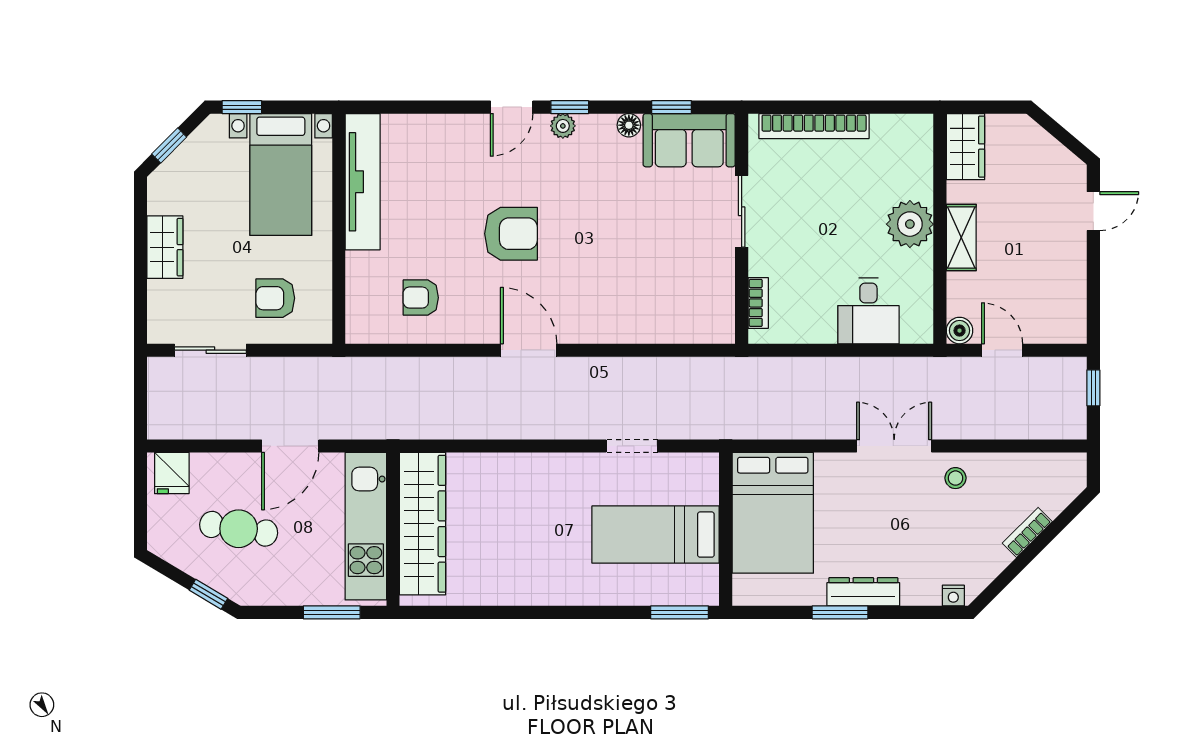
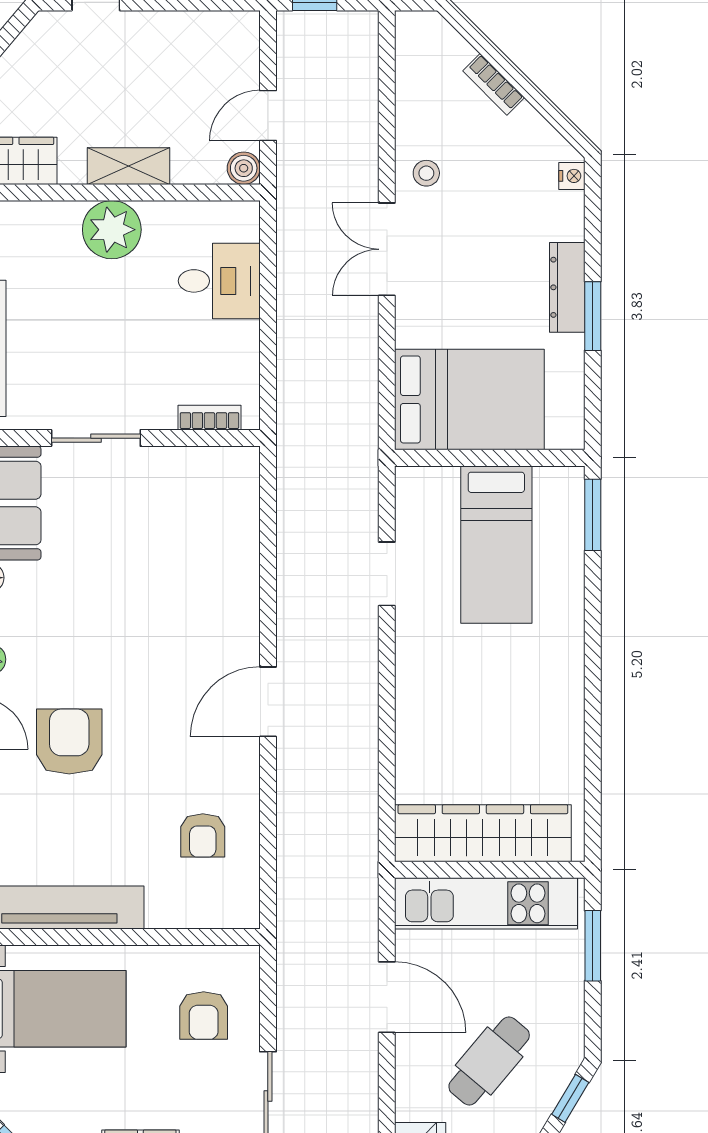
armchair: (511, 234) -> (69, 742), moved
cafe table: (239, 529) -> (489, 1061), turned 31

